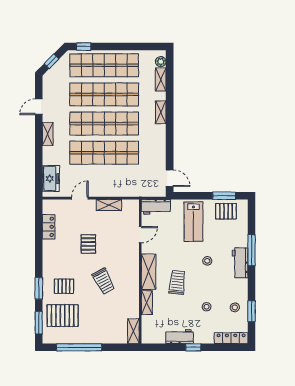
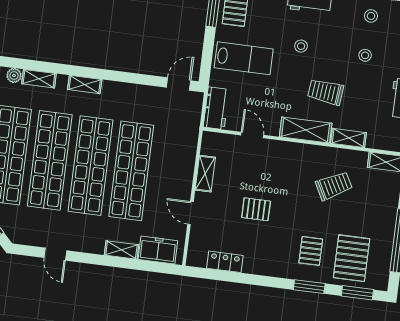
shelving: (48, 134) -> (121, 250), moved
trolley: (104, 281) -> (334, 186), moved

